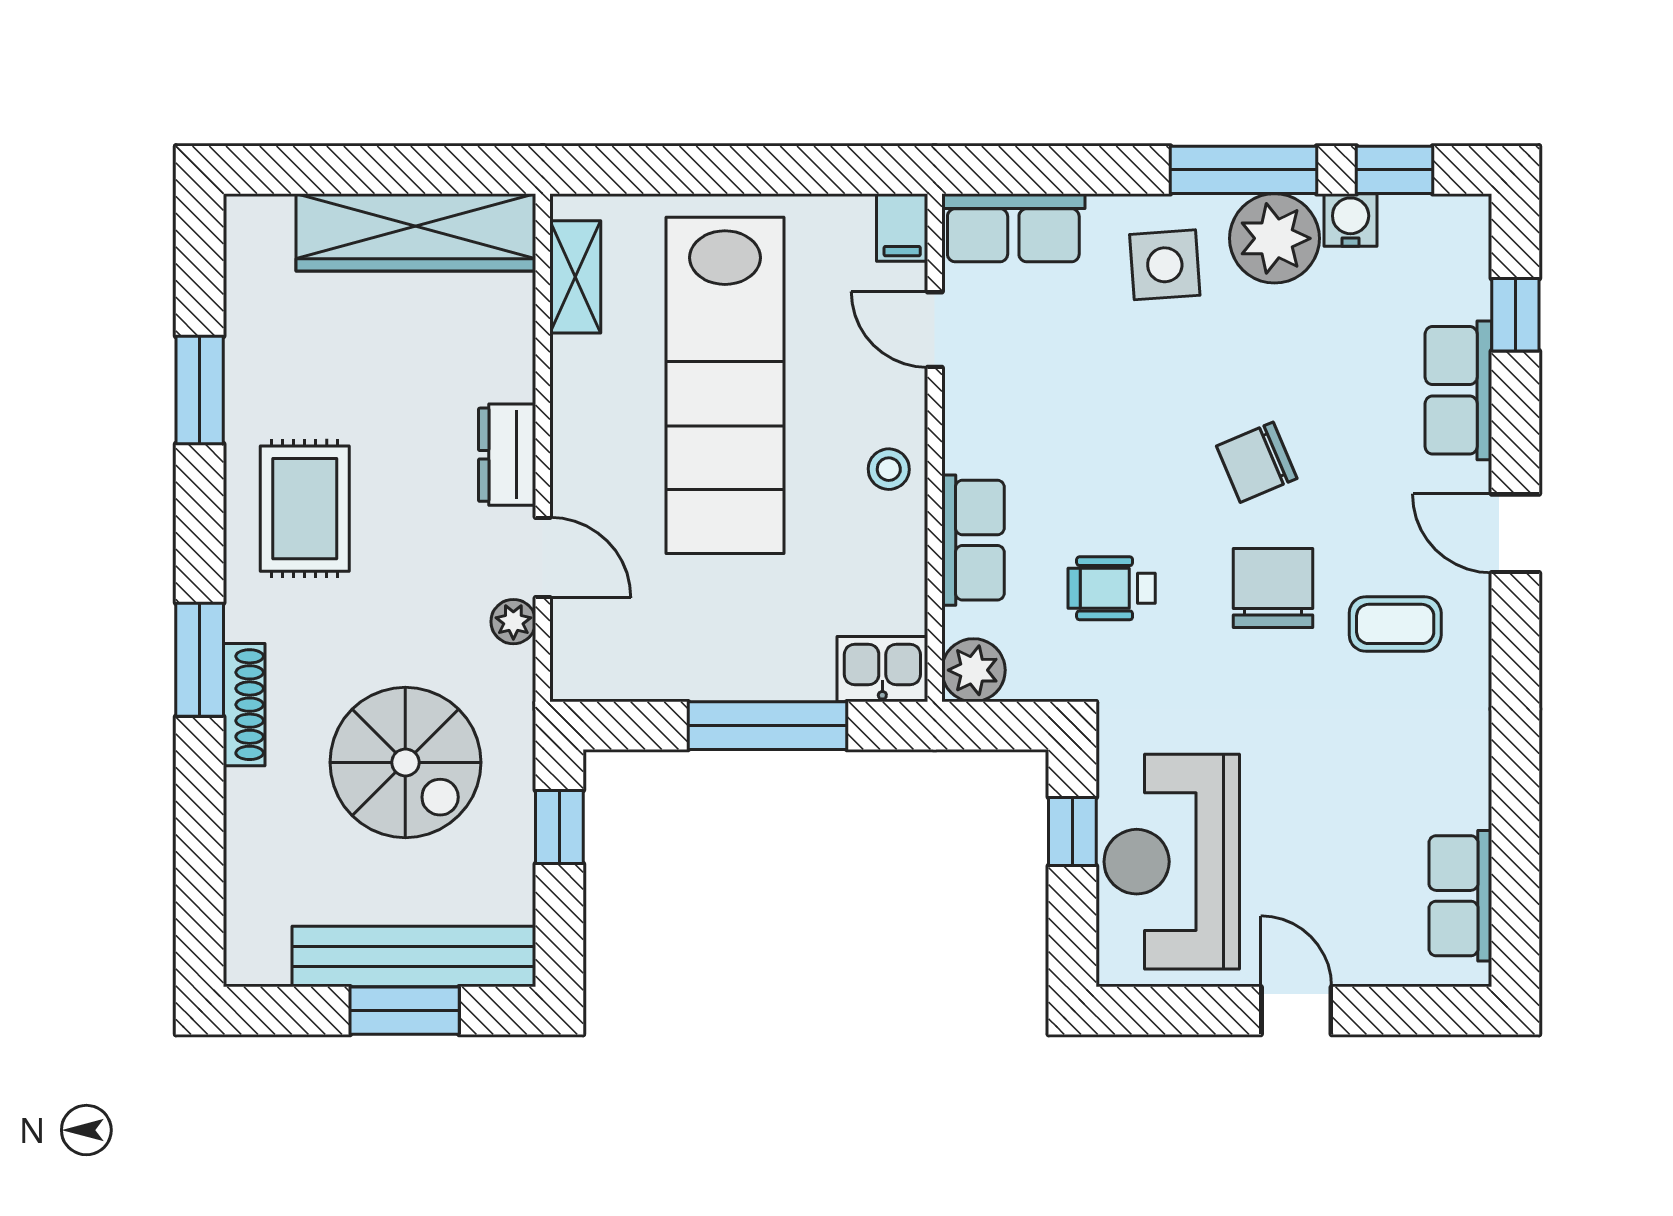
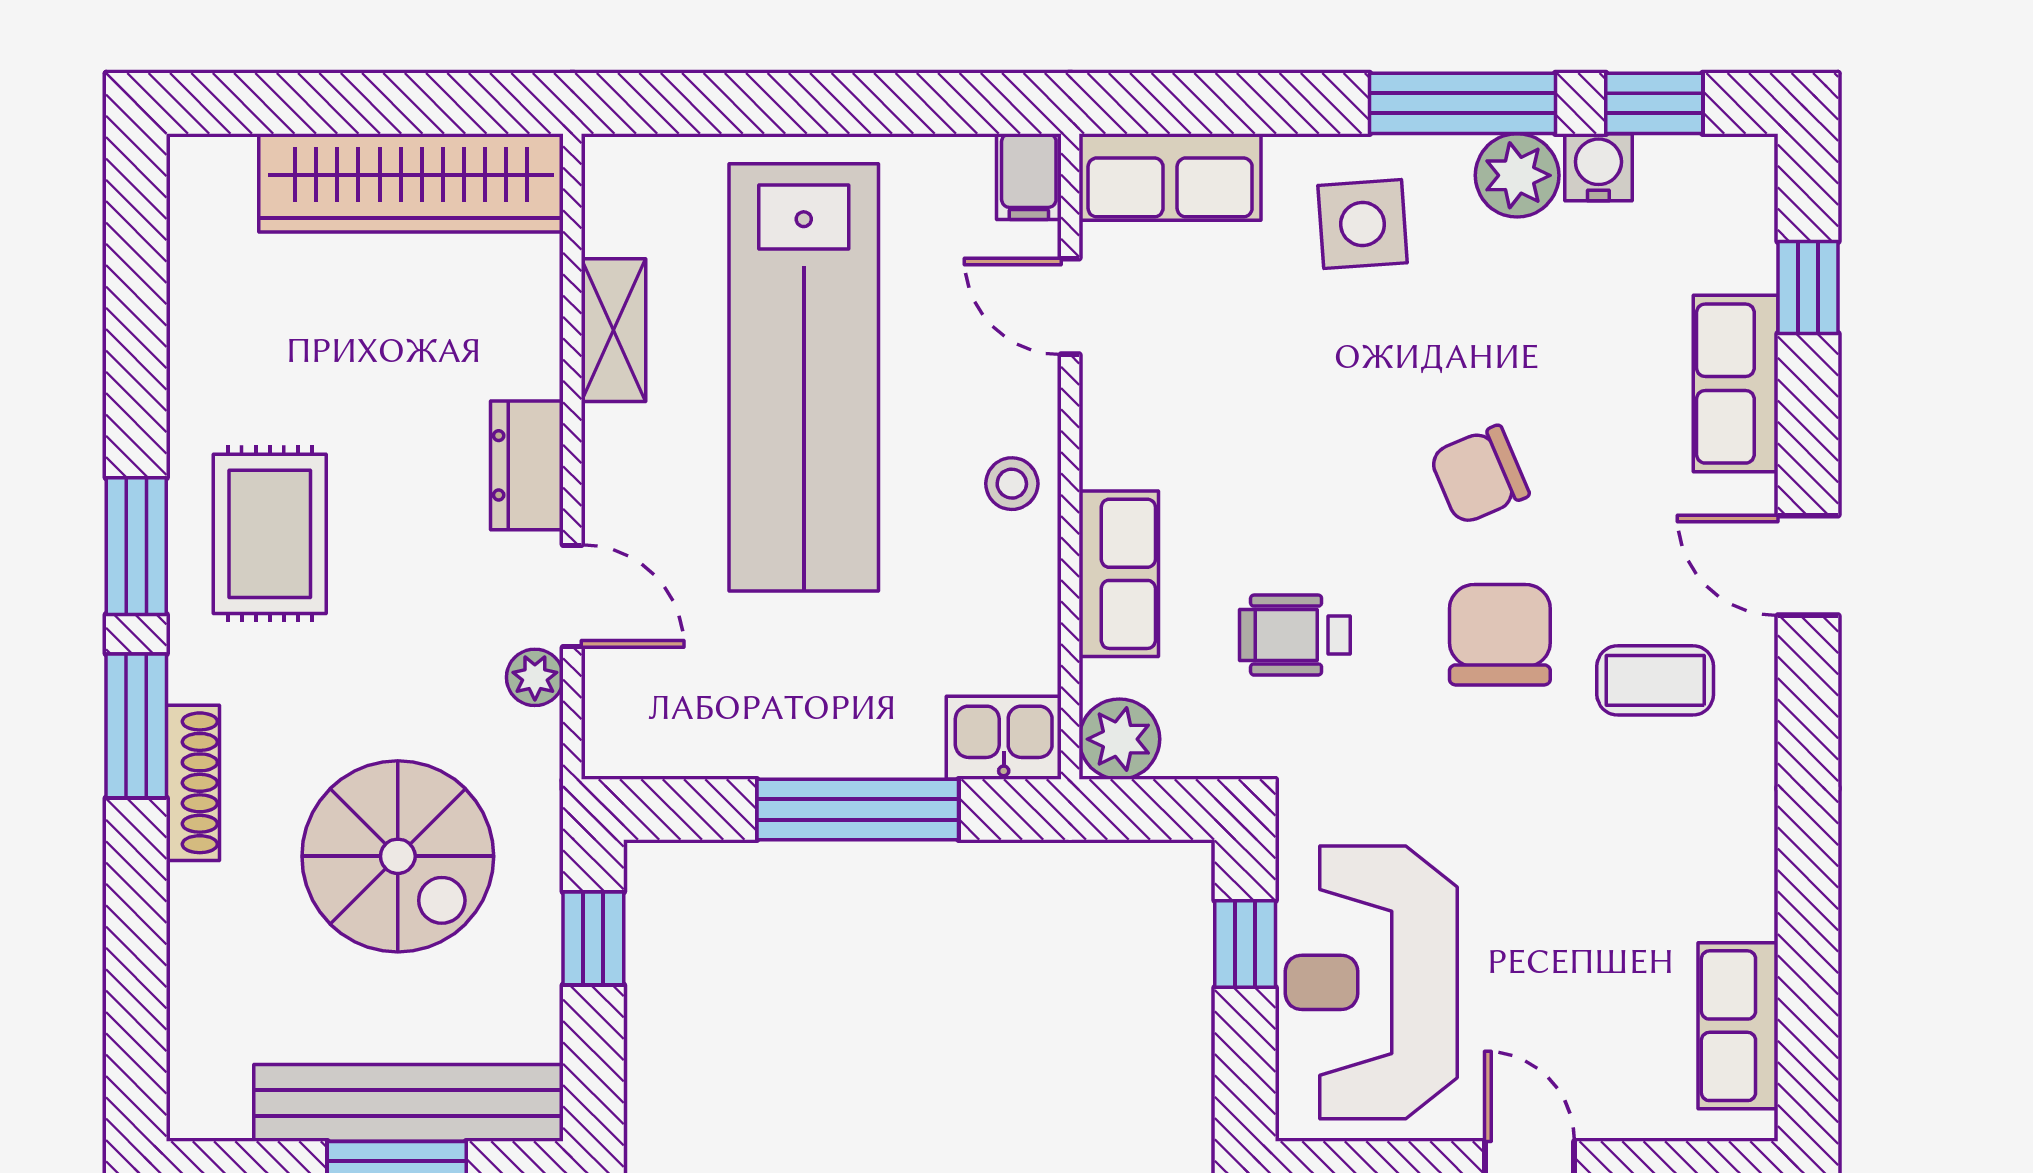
plant: (1274, 238) -> (1517, 175), width x0.73, depth x0.73
shelving: (575, 277) -> (614, 330), moved
window: (200, 390) -> (136, 546), moved

